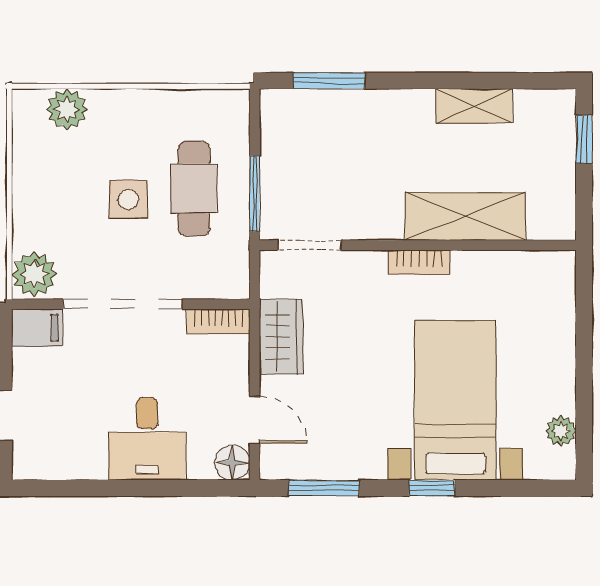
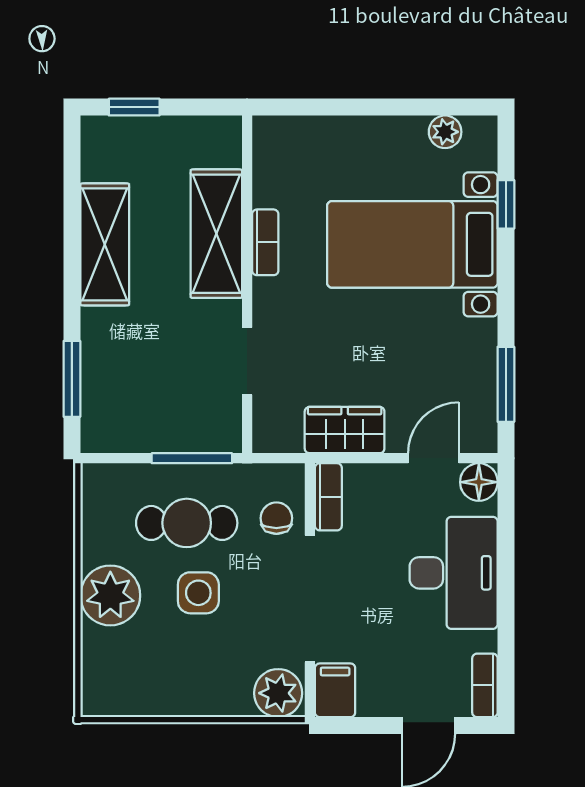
shelving: (474, 106) -> (105, 244), width x1.50, depth x1.33
plant: (67, 109) -> (110, 595), moved, width x1.36, depth x1.36
doorway: (310, 245) -> (247, 361), moved
bookcase: (419, 262) -> (265, 242), moved
chair: (198, 273) -> (276, 518), added
desk: (147, 439) -> (454, 573), width x1.37
bookcase: (42, 468) -> (485, 685), added
window: (432, 488) -> (506, 204), moved

